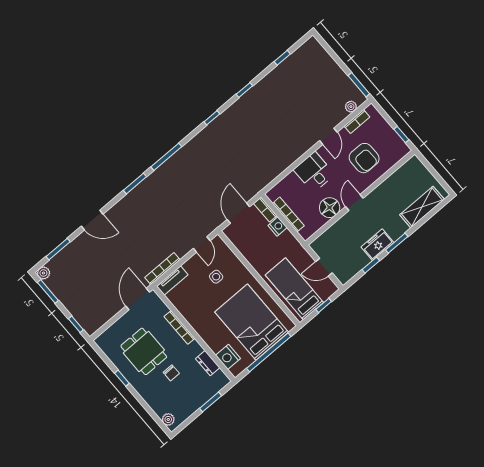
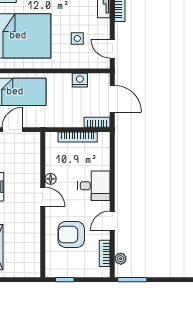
door: (328, 136) -> (112, 221), hinge flipped
floor lamp: (330, 208) -> (51, 179), width x0.53, depth x0.53
nightstand: (278, 227) -> (80, 80), moved, turned 180

